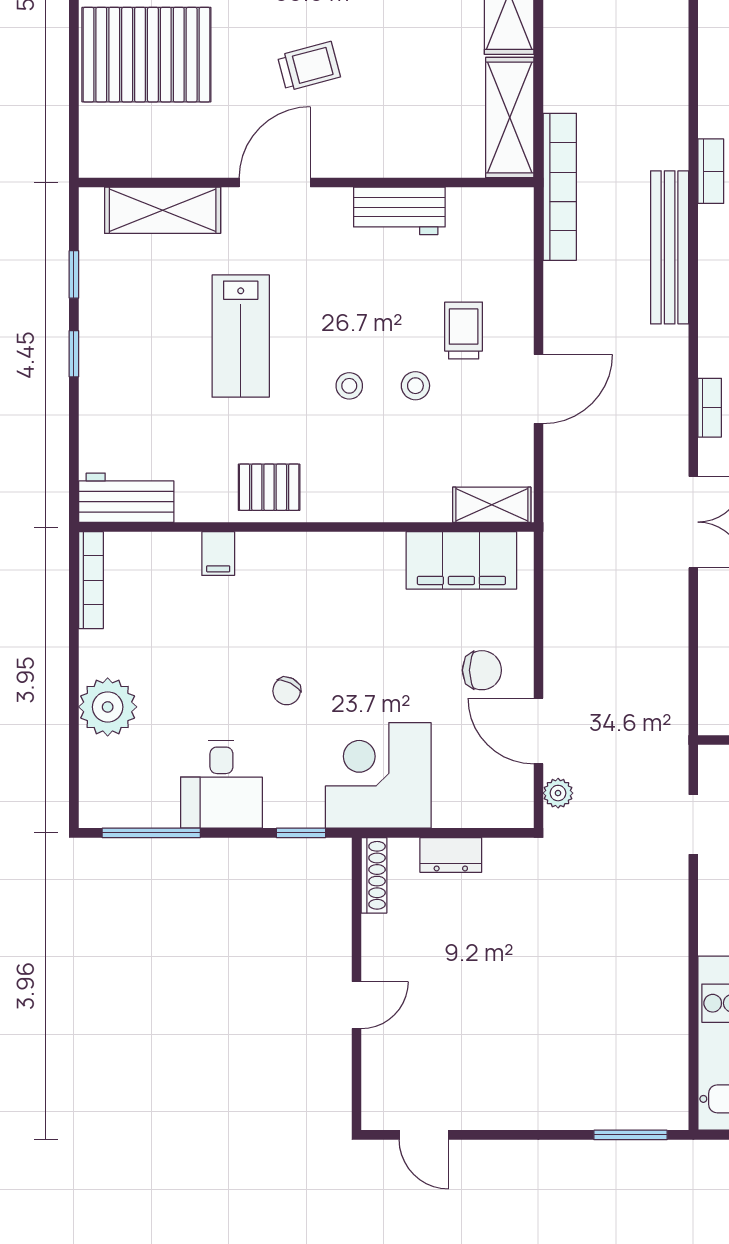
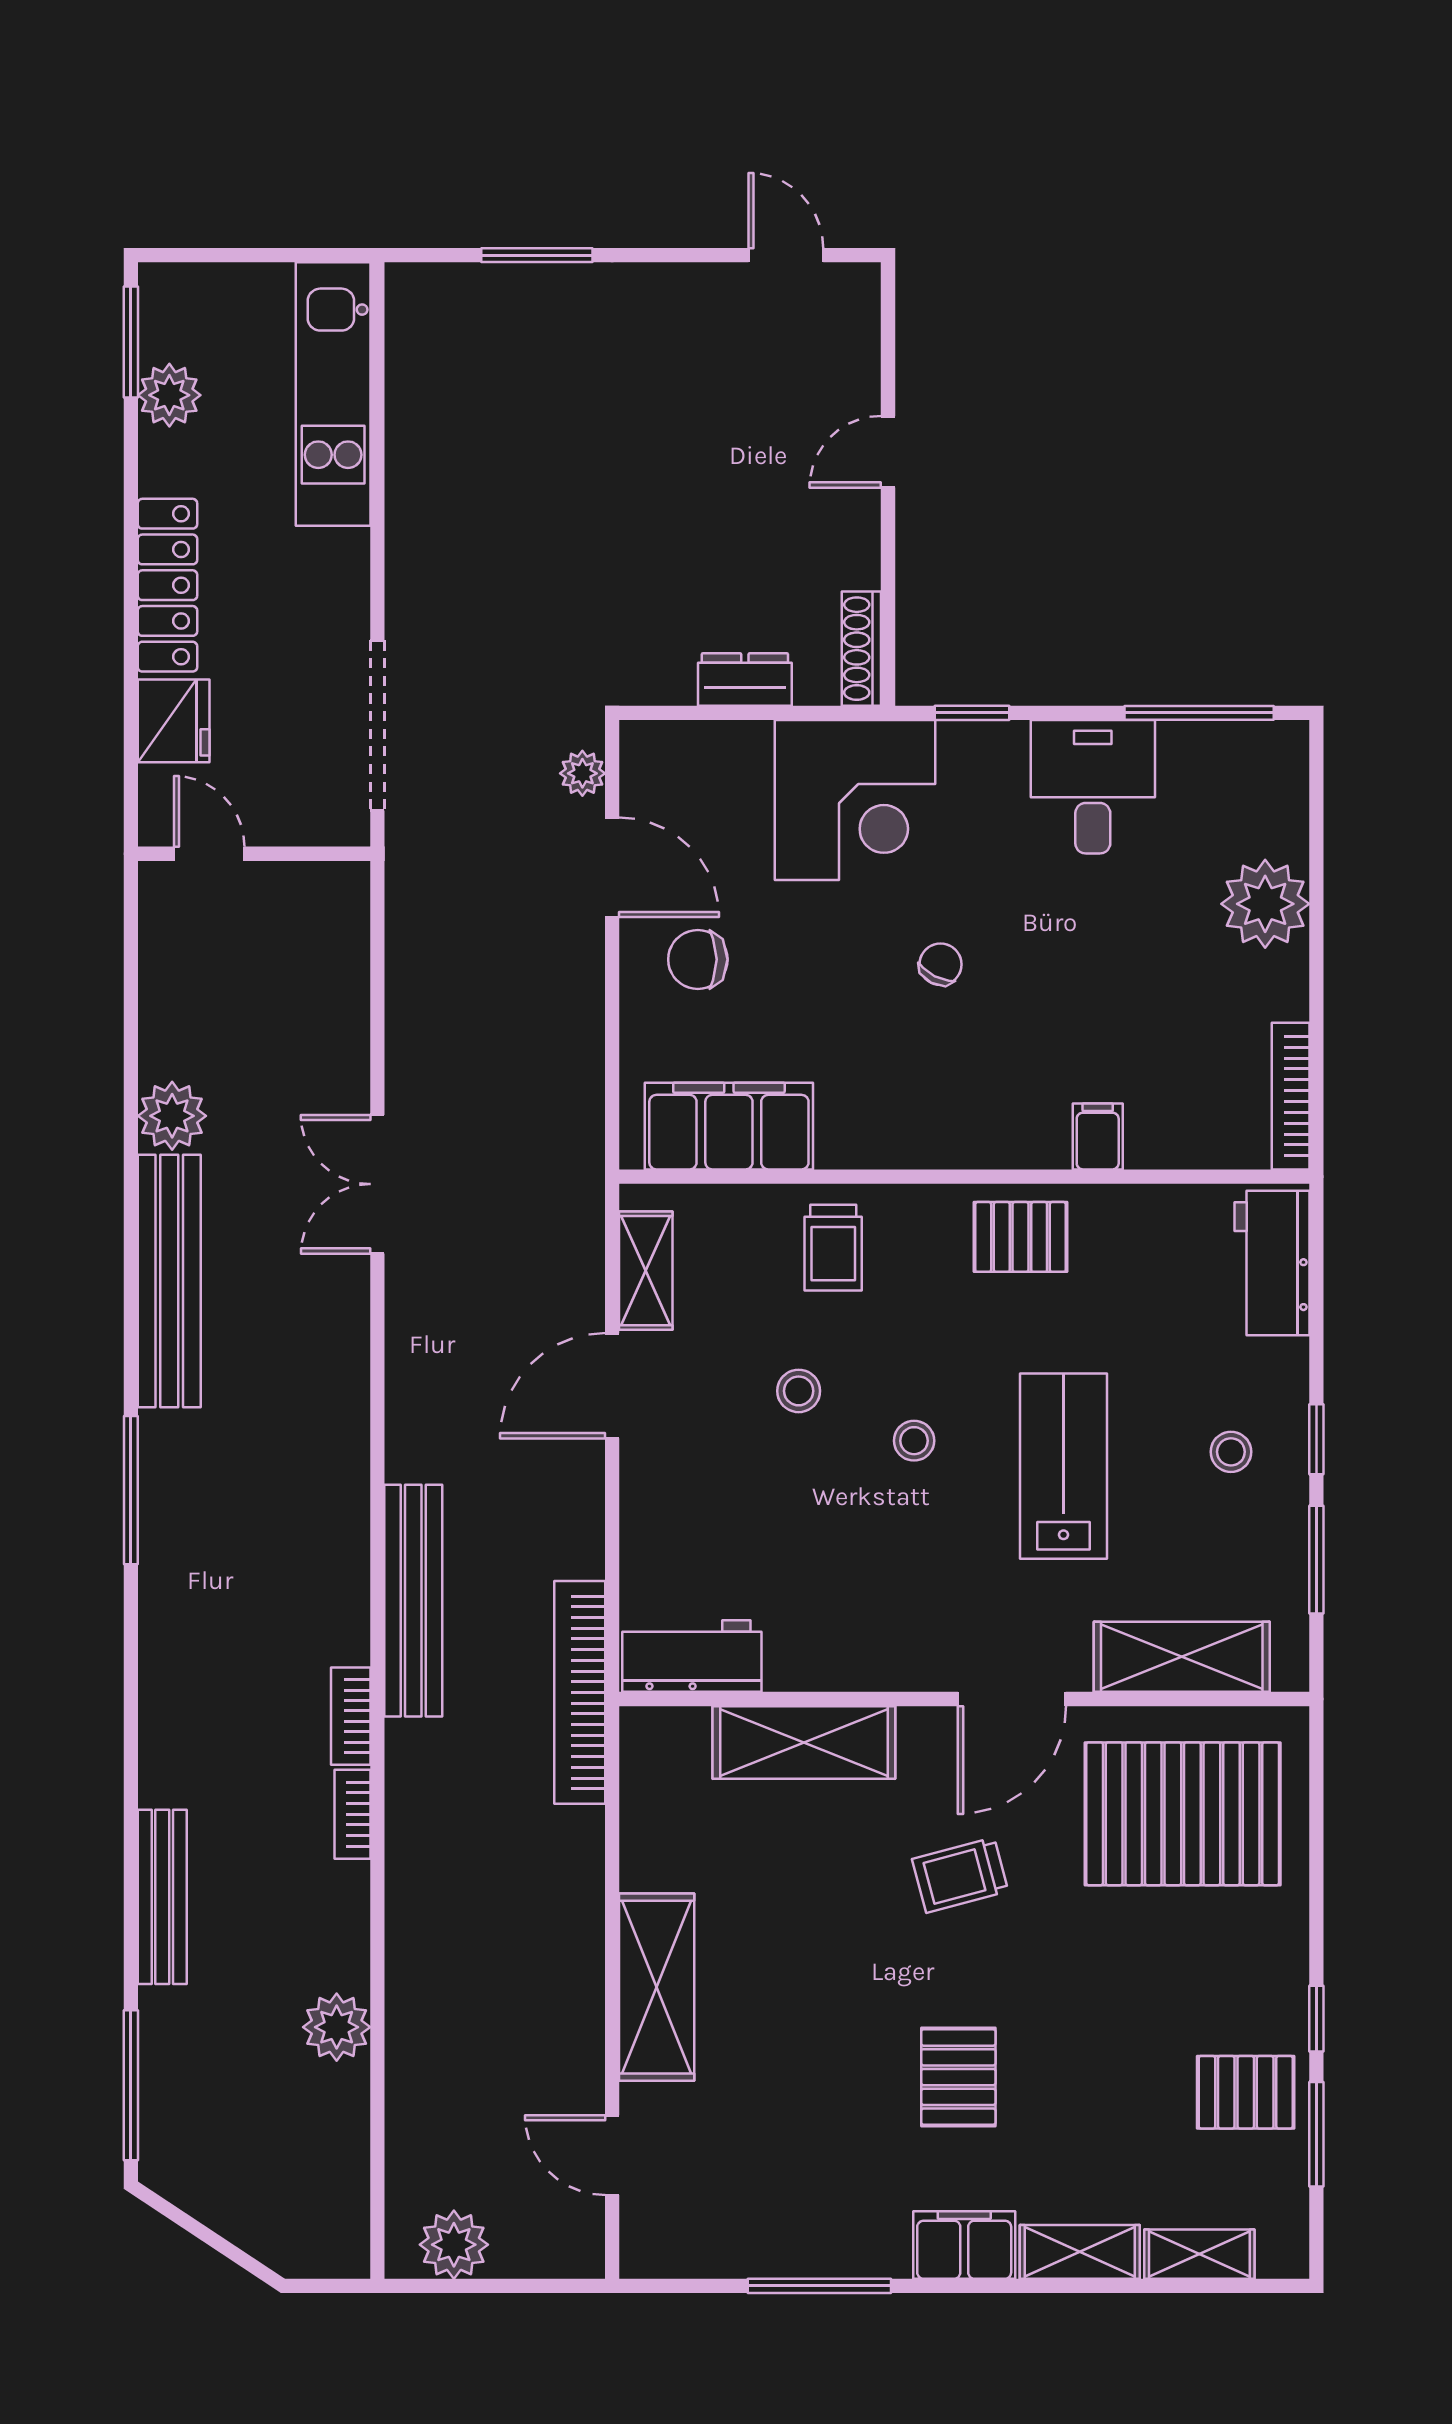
pallet: (146, 55) -> (1183, 1814), moved
shelving: (510, 118) -> (804, 1743), moved, turned 90
workbench: (399, 211) -> (692, 1656), moved
window: (74, 274) -> (1316, 1560), width x1.50
trolley: (464, 331) -> (833, 1248), moved
stool: (130, 345) -> (1231, 1452), added
stool: (349, 386) -> (914, 1441), moved
bookcase: (710, 408) -> (352, 1814), moved
workbench: (126, 498) -> (1272, 1263), moved, turned 90
shelving: (492, 505) -> (646, 1271), moved, turned 90
chair: (287, 691) -> (941, 964), moved
doorway: (693, 825) -> (377, 726), width x1.87
window: (631, 1135) -> (537, 255), moved

